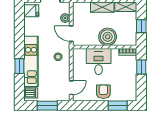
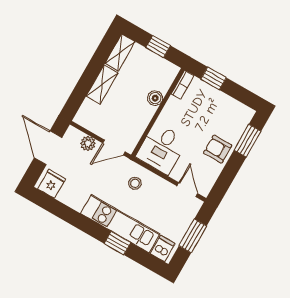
boiler: (108, 37) -> (155, 98), width x0.54, depth x0.54
desk: (99, 62) -> (162, 149), moved, turned -90

